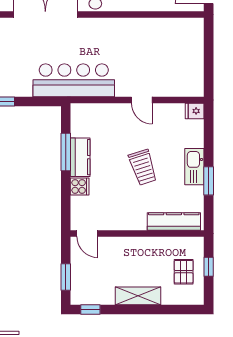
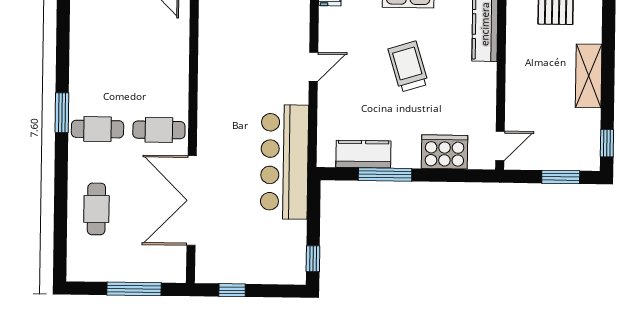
kitchen counter: (80, 157) -> (363, 154), moved
trolley: (143, 167) -> (408, 67), turned -89
cooker: (80, 186) -> (445, 152), width x1.87, depth x1.31

